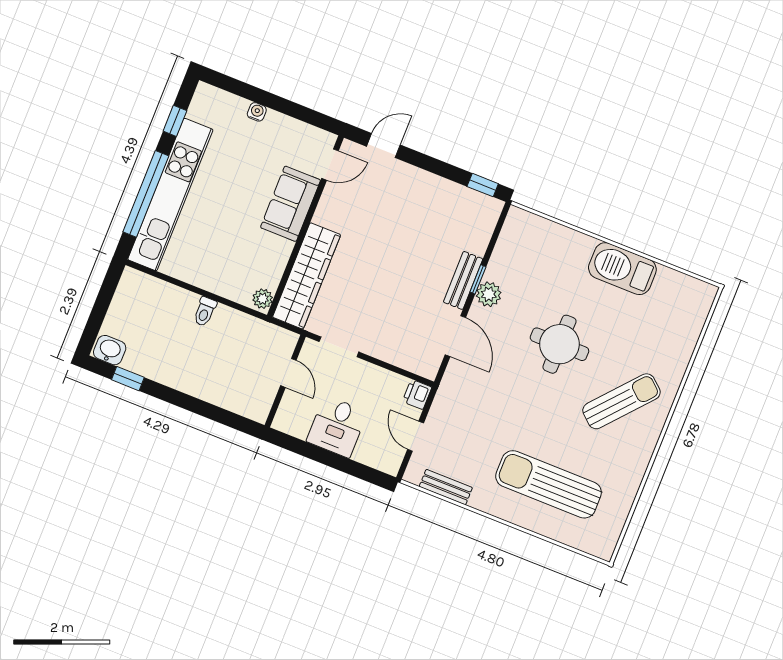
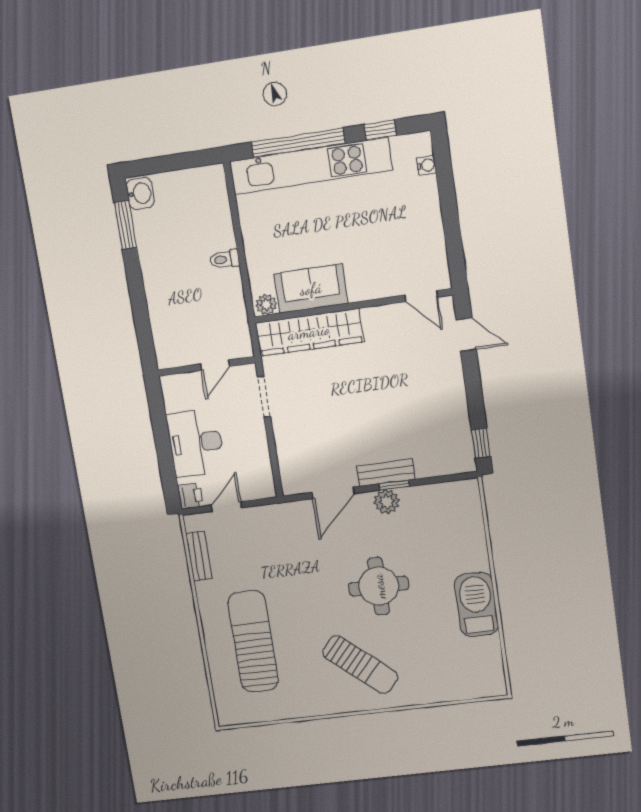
water cooler: (257, 112) -> (427, 165), moved
sofa: (290, 204) -> (311, 289), moved
window: (128, 379) -> (125, 225), width x1.50
printer: (417, 394) -> (190, 496), moved, turned 90
desk: (337, 427) -> (196, 443), width x1.37

